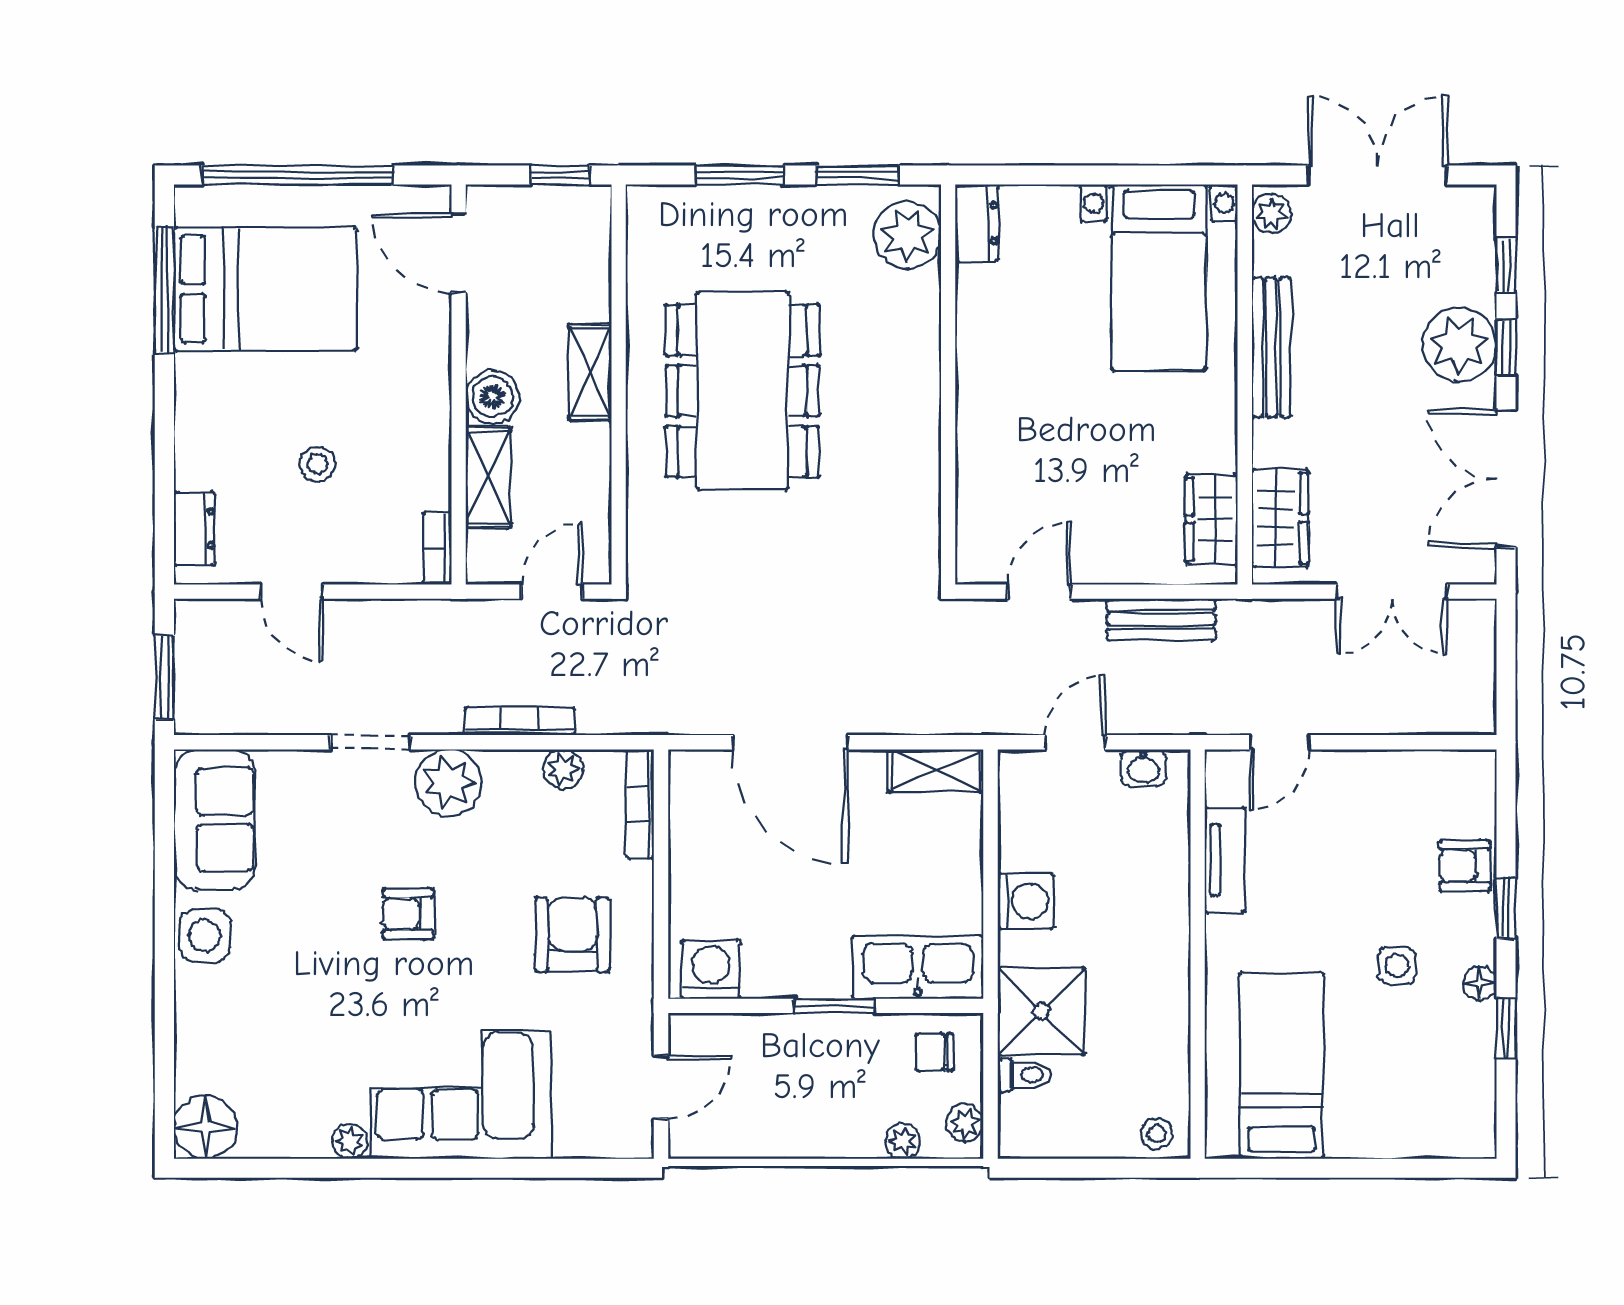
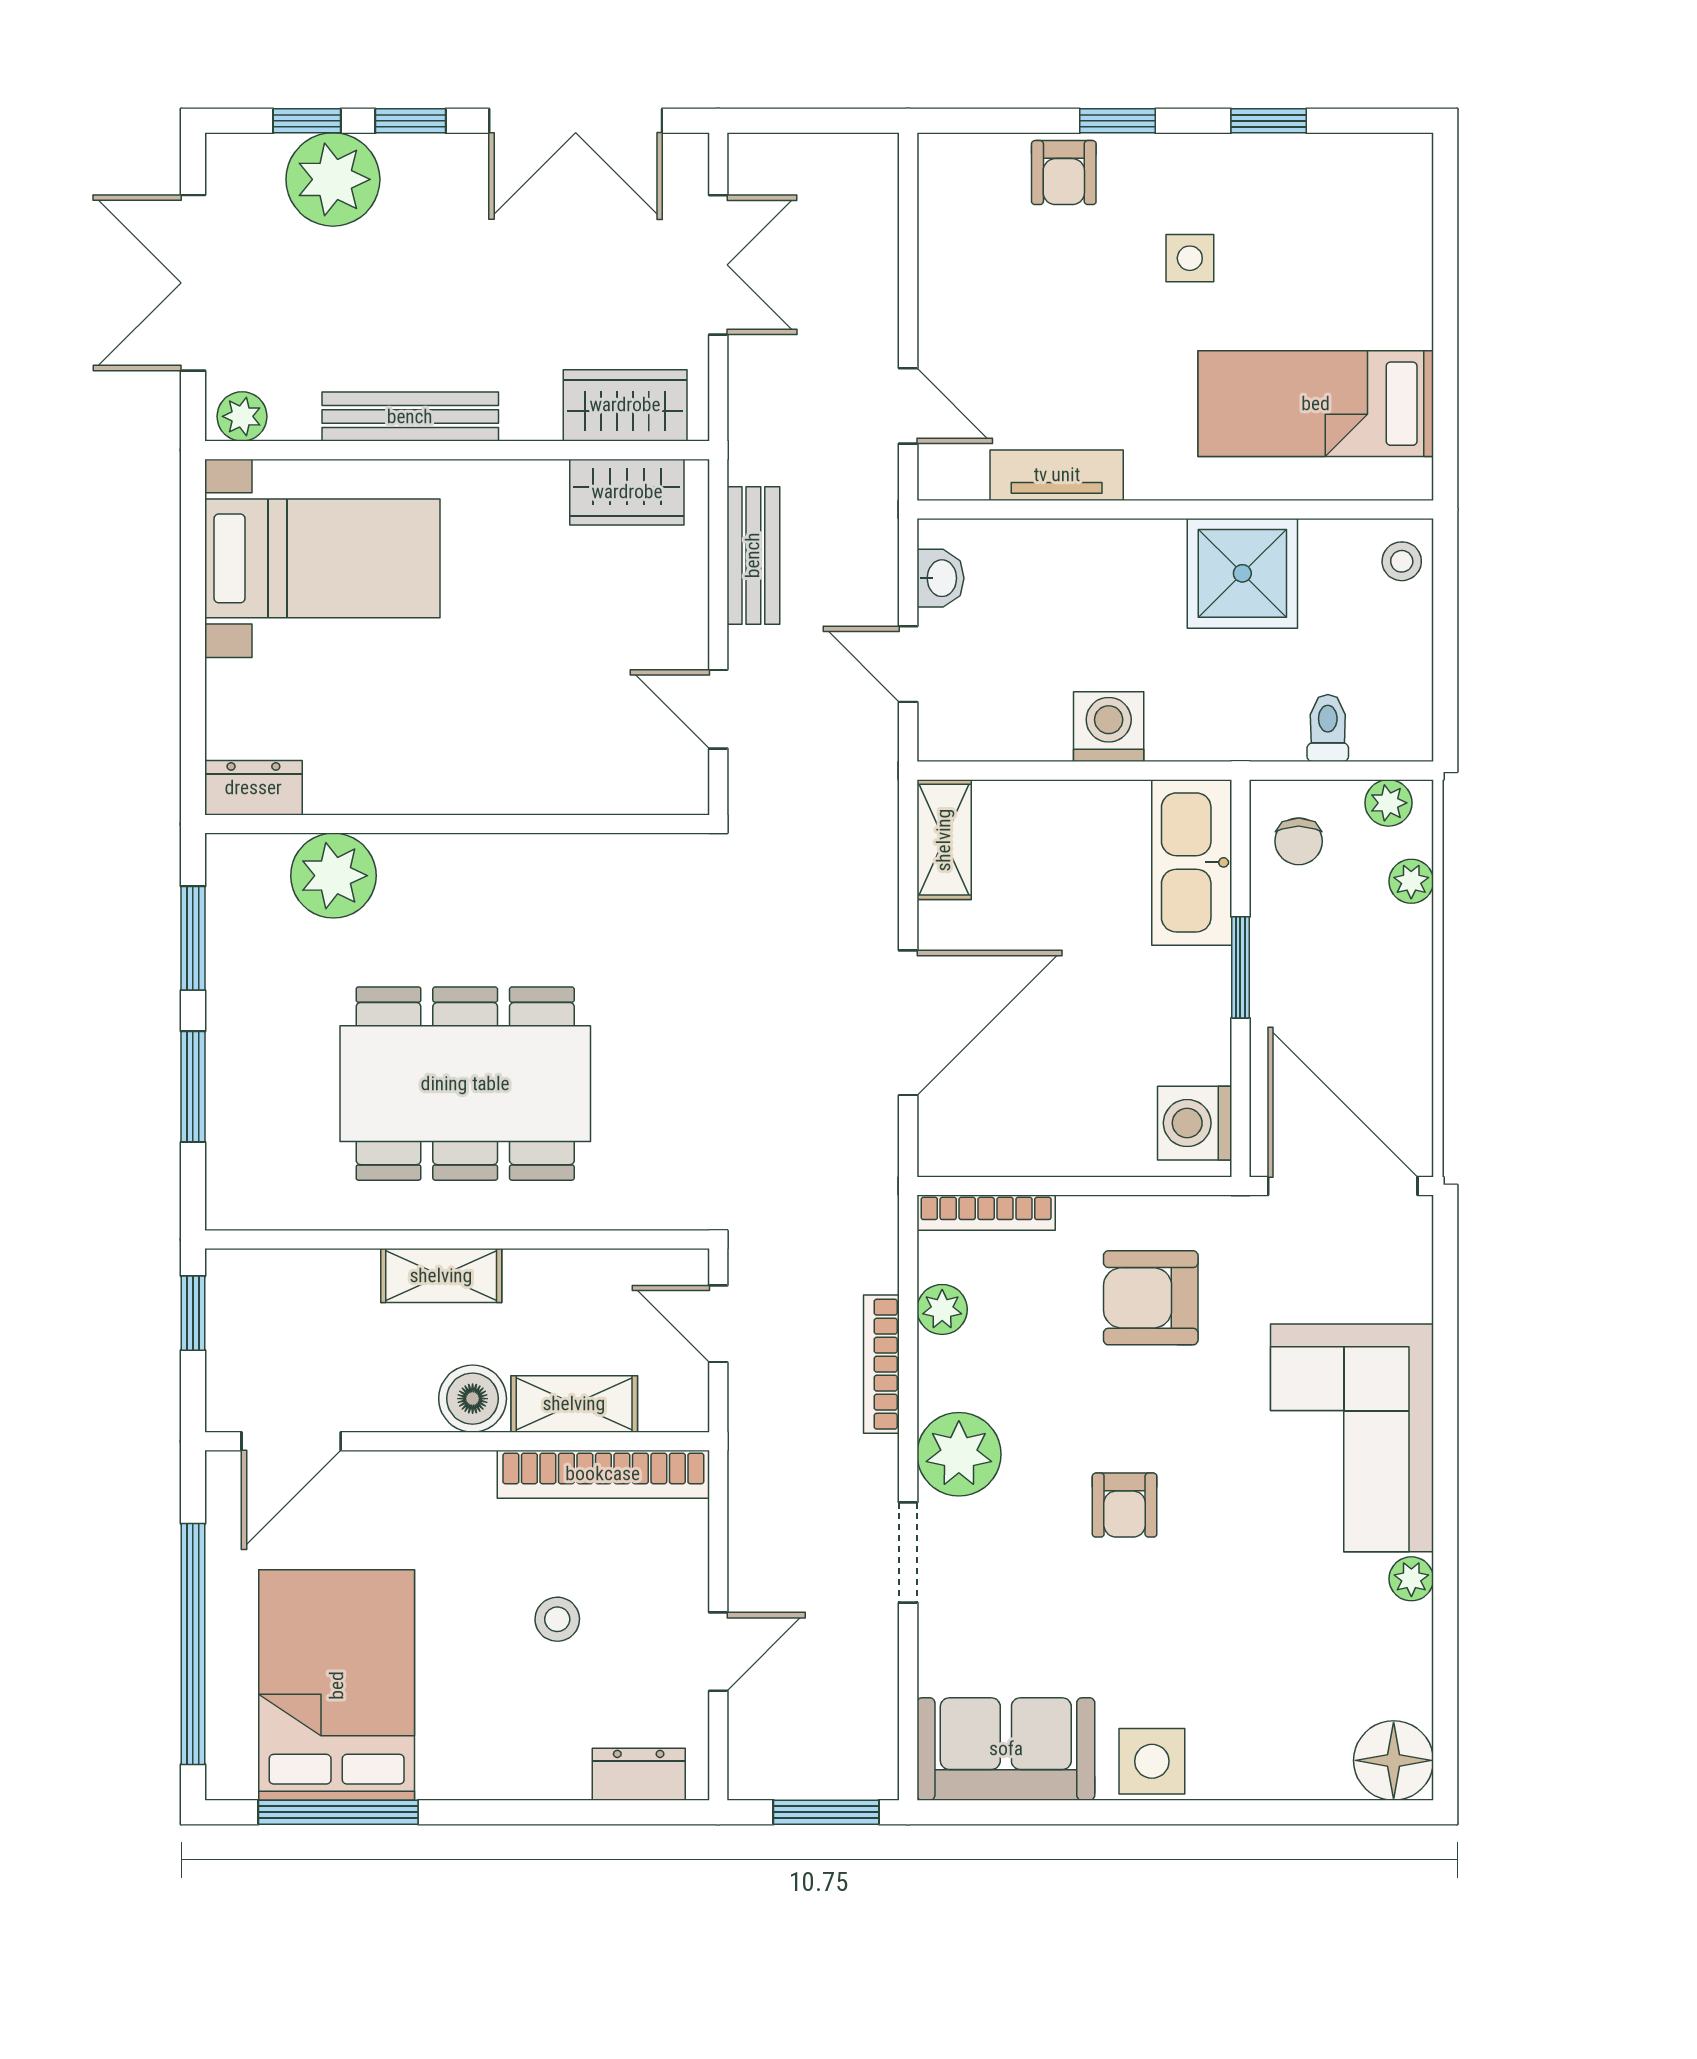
plant: (907, 235) -> (333, 876), moved
plant: (1459, 345) -> (333, 179), moved
bookcase: (437, 548) -> (603, 1474), width x2.31, depth x1.31
floor lamp: (1480, 983) -> (1212, 154), removed
shower: (1041, 1011) -> (1242, 573), moved
door: (661, 1087) -> (1343, 1186), width x1.88

